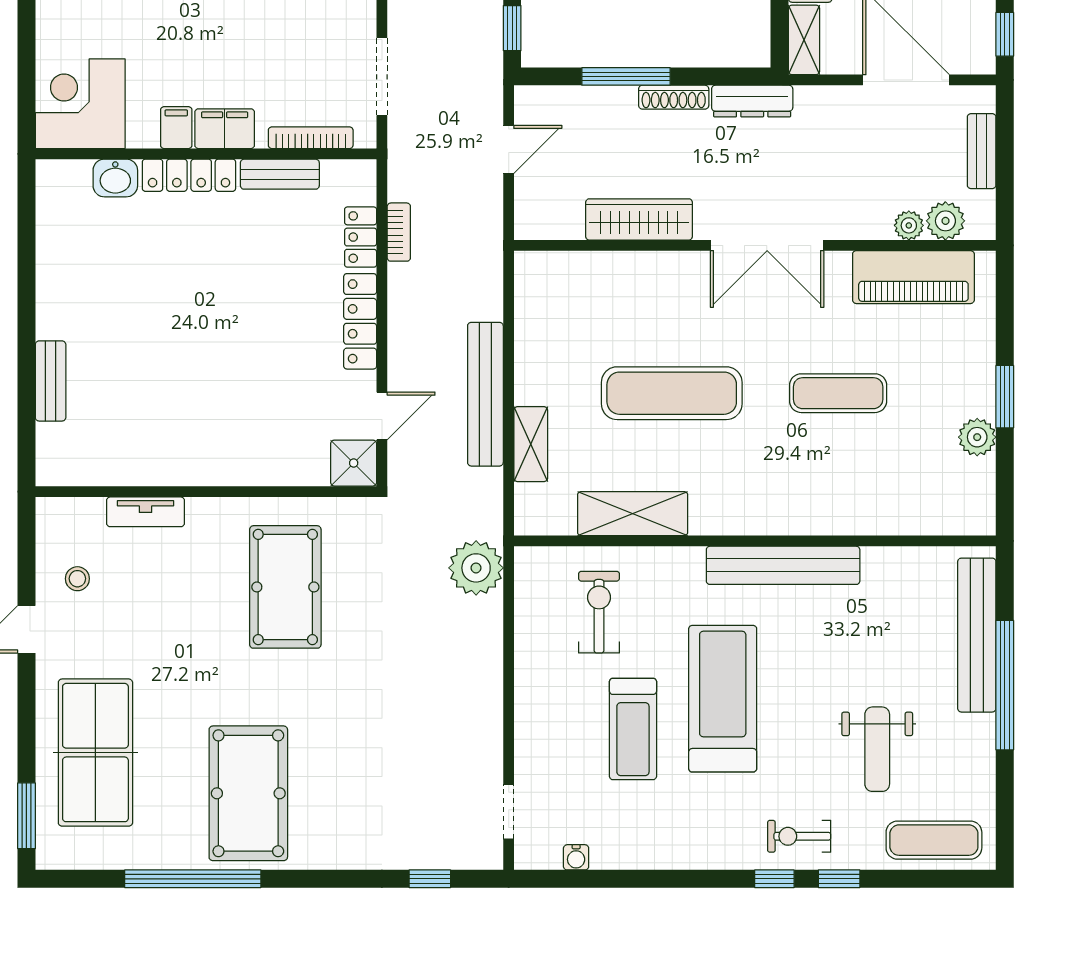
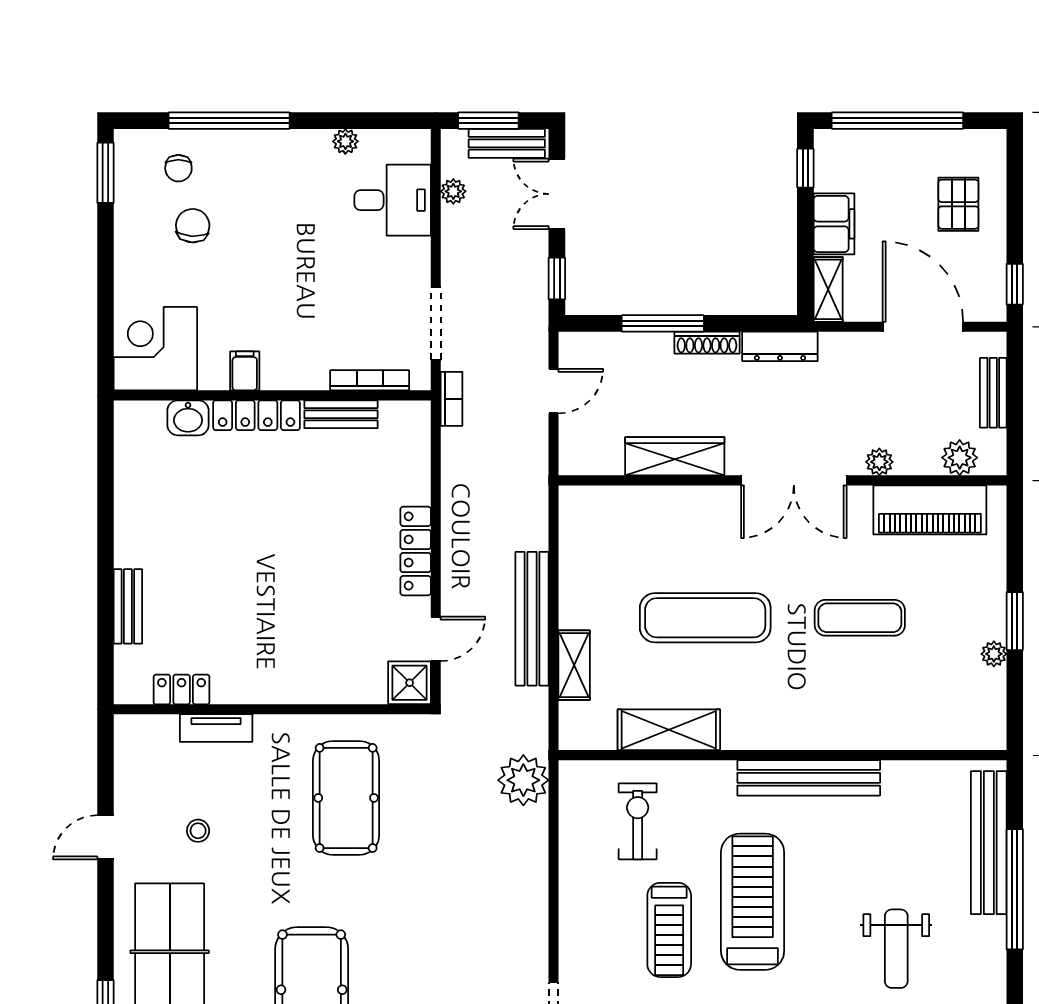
filing cabinet: (225, 129) -> (290, 372), removed
plant: (909, 225) -> (879, 462), moved
bookcase: (399, 232) -> (452, 399), moved
locker: (361, 237) -> (182, 690), moved, turned 90
plant: (977, 437) -> (994, 654), width x0.73, depth x0.73
stool: (77, 579) -> (198, 831), moved

